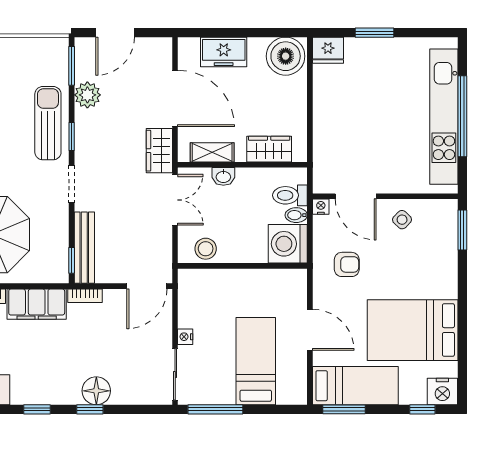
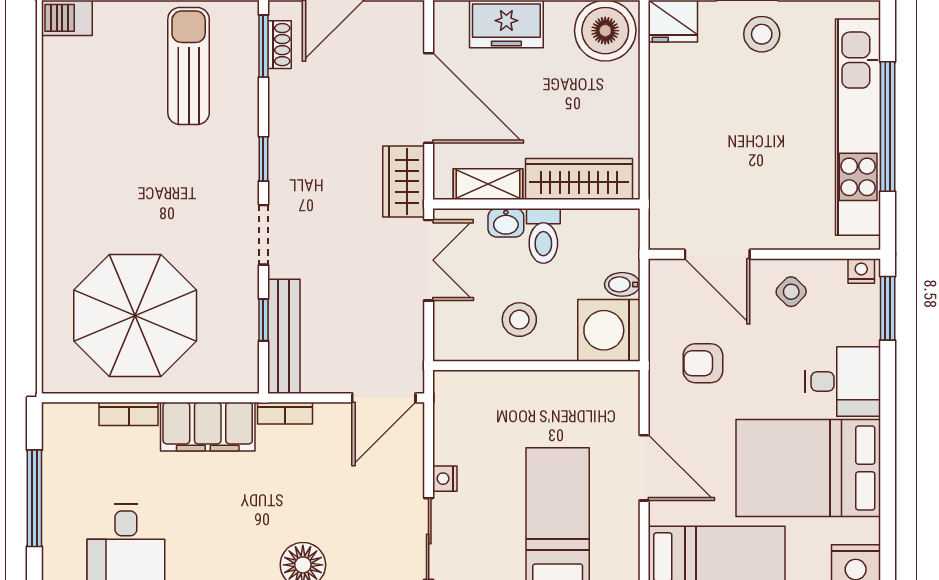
stool: (384, 58) -> (762, 34), added
shoe rack: (82, 65) -> (279, 45), added
plant: (87, 95) -> (289, 93), removed
sun lounger: (48, 123) -> (189, 66), moved
wardrobe: (269, 149) -> (579, 179), width x1.50
toilet: (290, 195) -> (543, 236), moved, turned -90
nightstand: (321, 207) -> (861, 271), moved
stool: (206, 249) -> (519, 320), moved
window: (72, 260) -> (263, 320), moved
armchair: (347, 264) -> (703, 363), turned 180
desk: (434, 276) -> (843, 381), added

